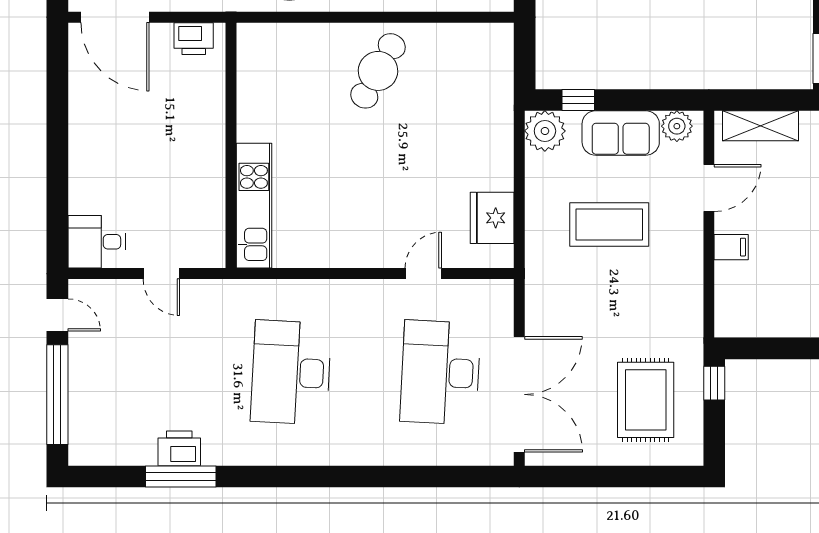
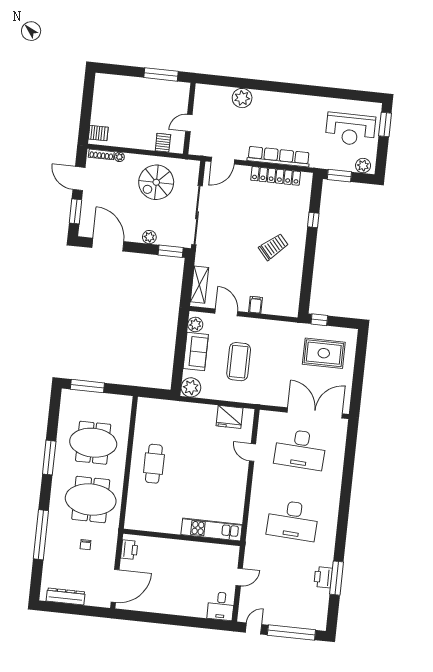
cafe table: (378, 71) -> (154, 464), turned 61
window: (578, 100) -> (178, 370), removed

